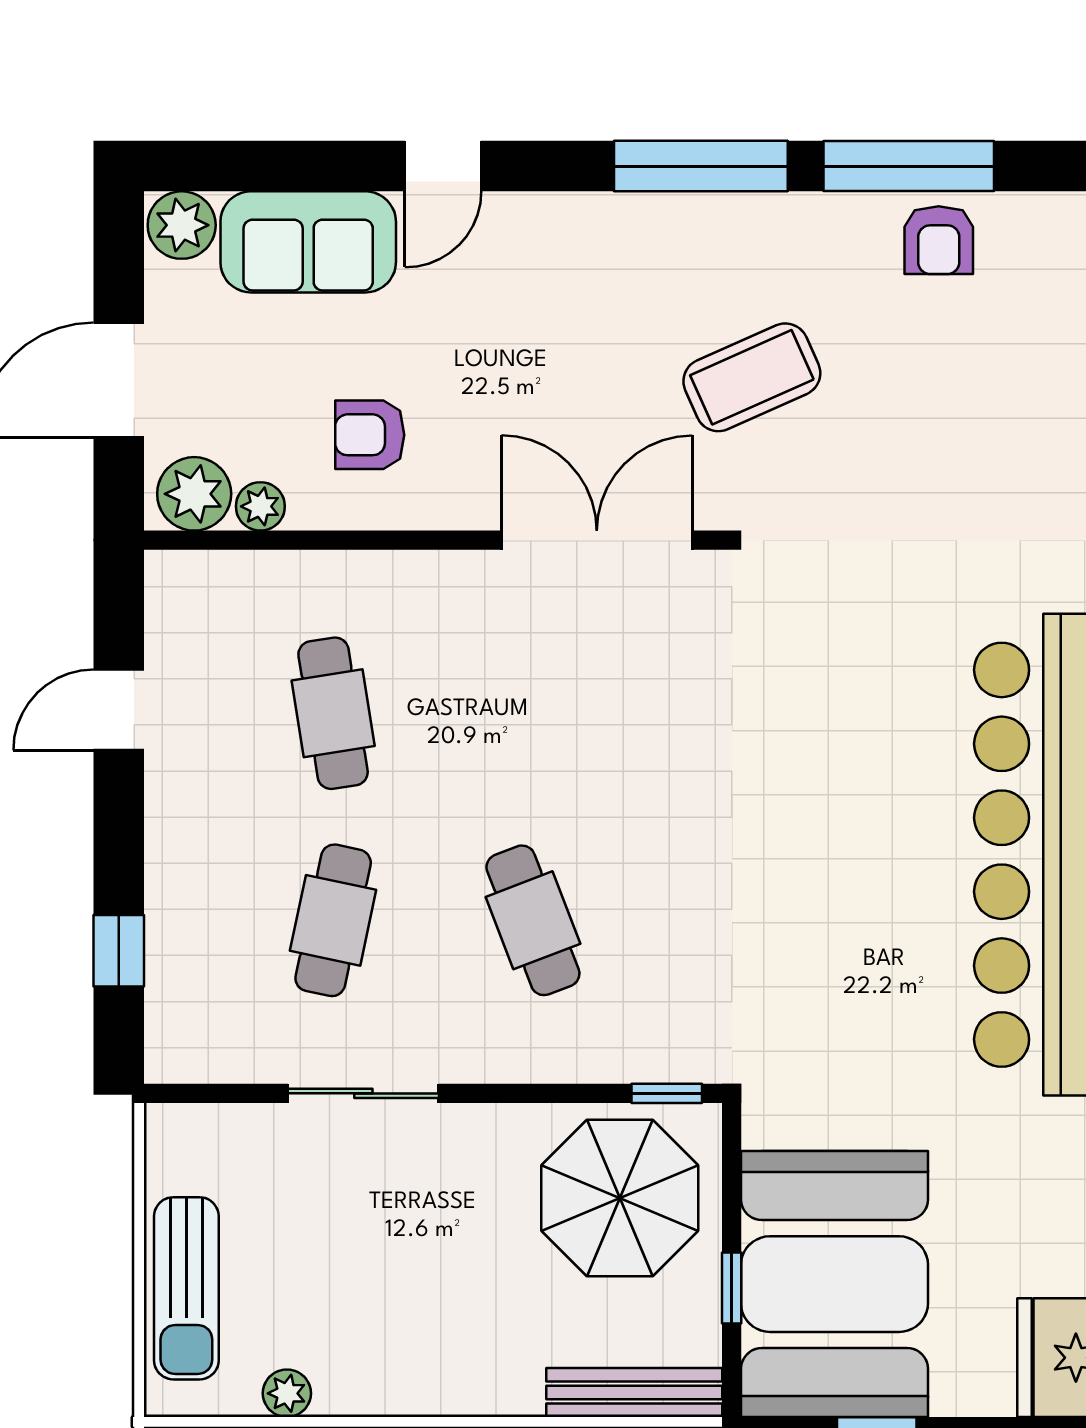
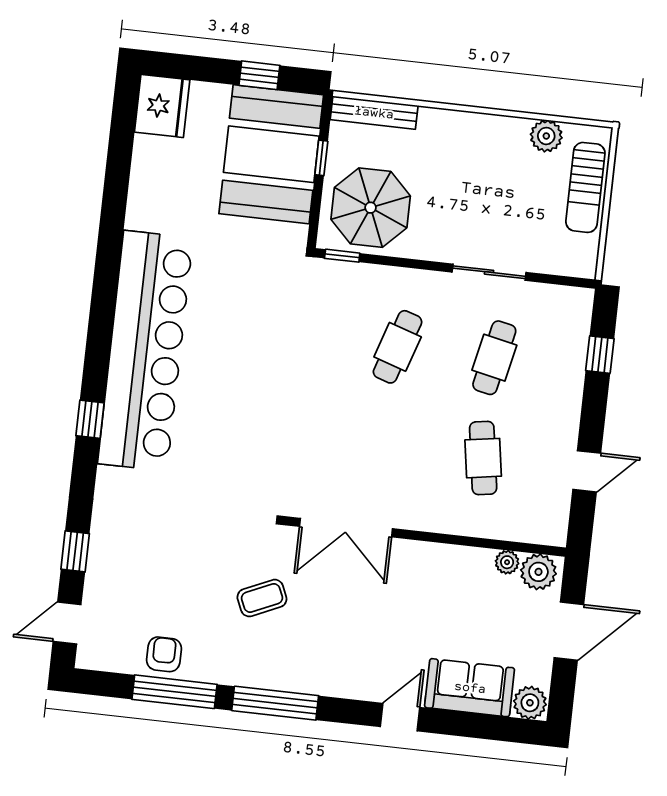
coffee table: (752, 377) -> (262, 598), width x0.73, depth x0.77
armchair: (370, 435) -> (450, 591), removed
cafe table: (533, 920) -> (398, 347), turned 39
sun lounger: (186, 1288) -> (585, 187), turned 180
plant: (287, 1393) -> (546, 136), width x1.38, depth x1.38

